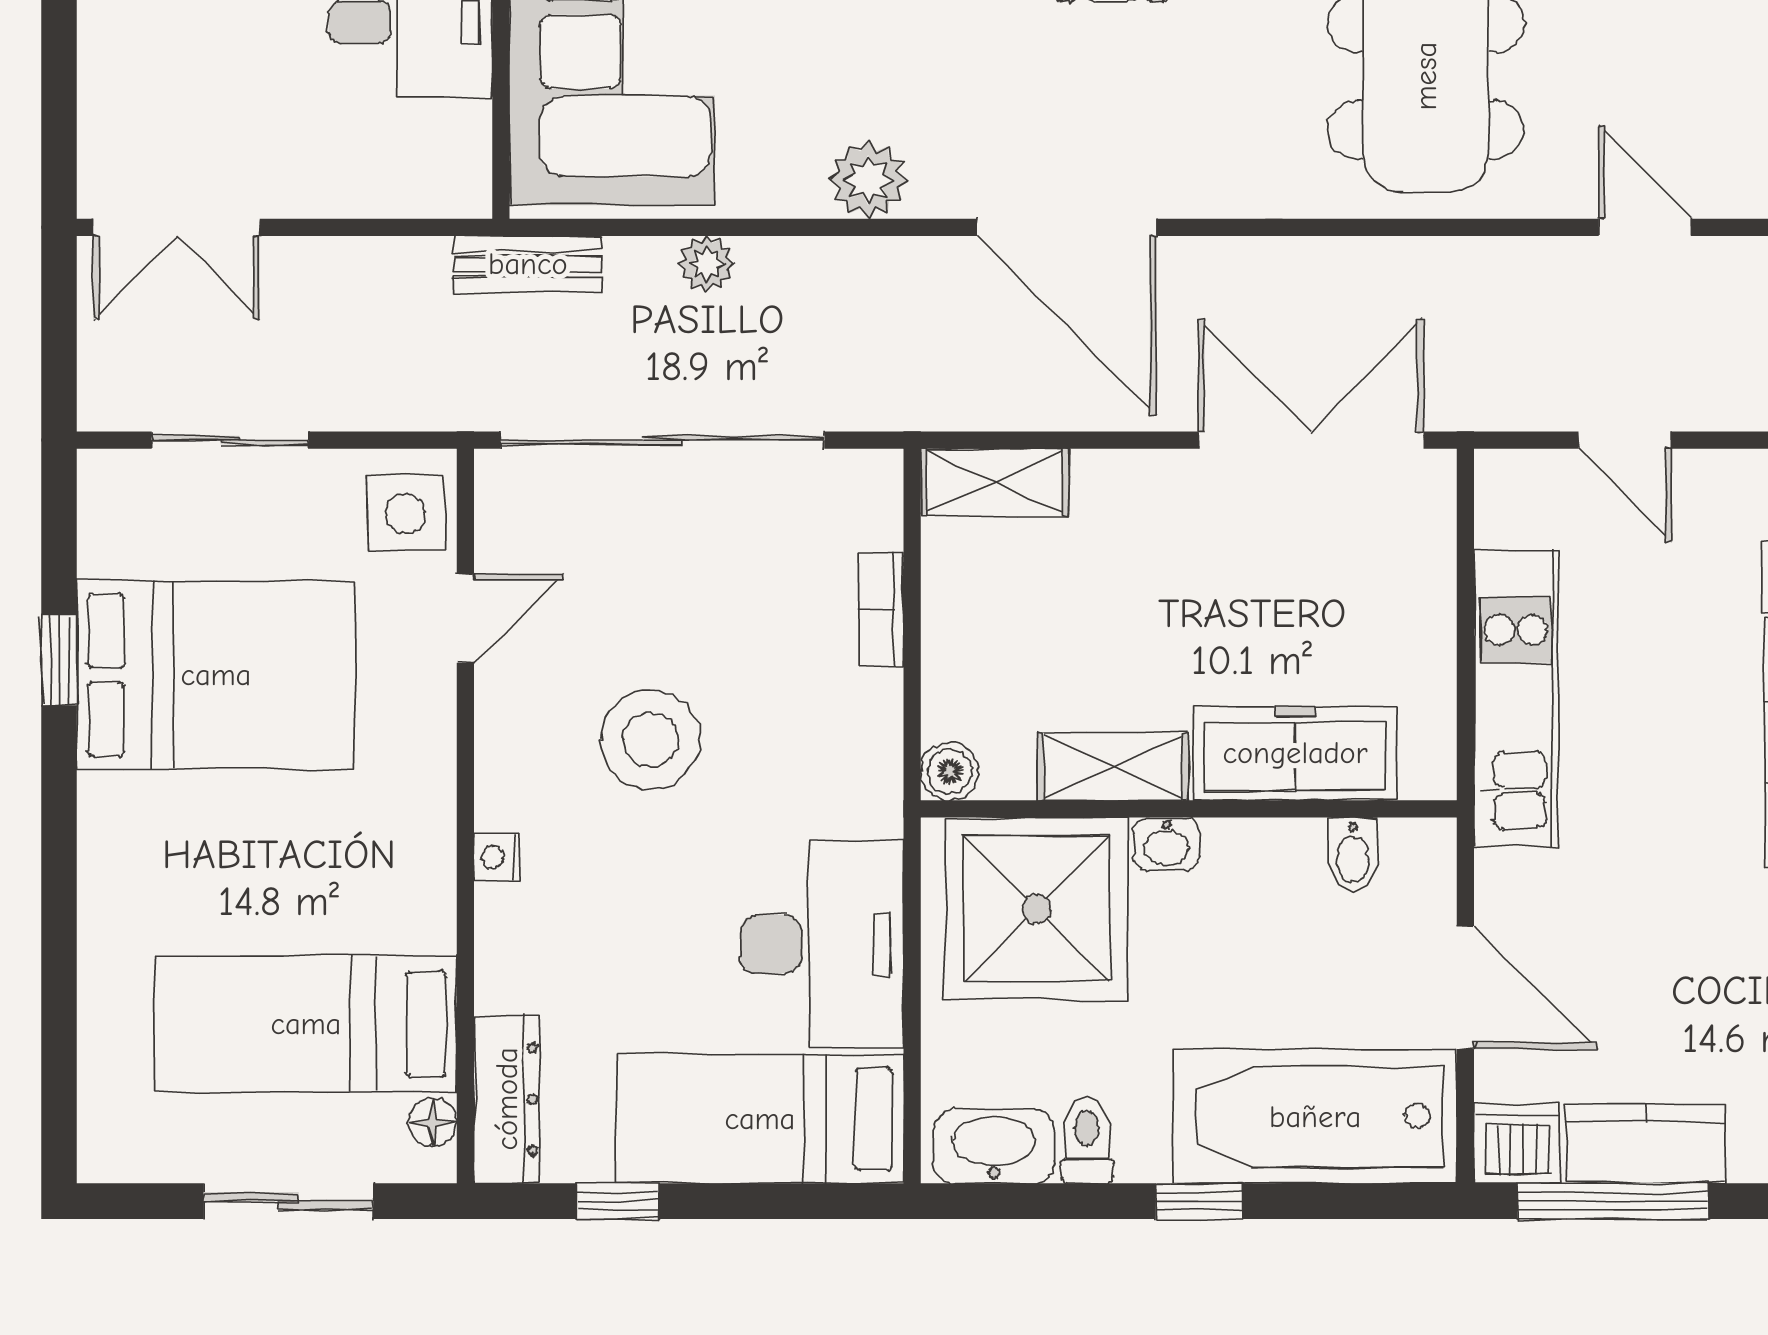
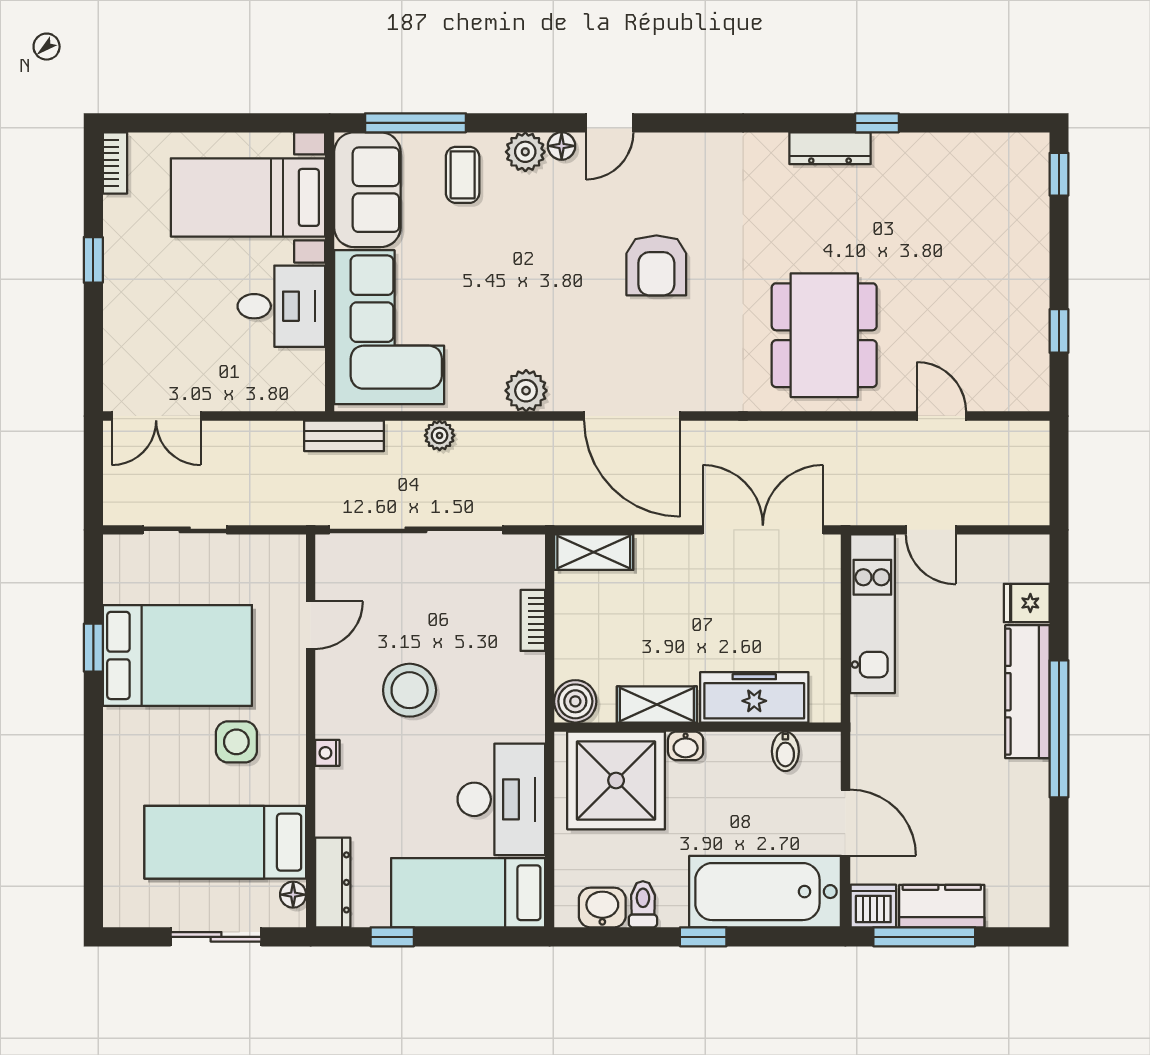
side table: (406, 514) -> (236, 742), moved
kitchen unit: (1516, 698) -> (872, 614), moved
boiler: (950, 771) -> (575, 701), width x1.36, depth x1.36
washbasin: (994, 1146) -> (602, 907), width x0.72

